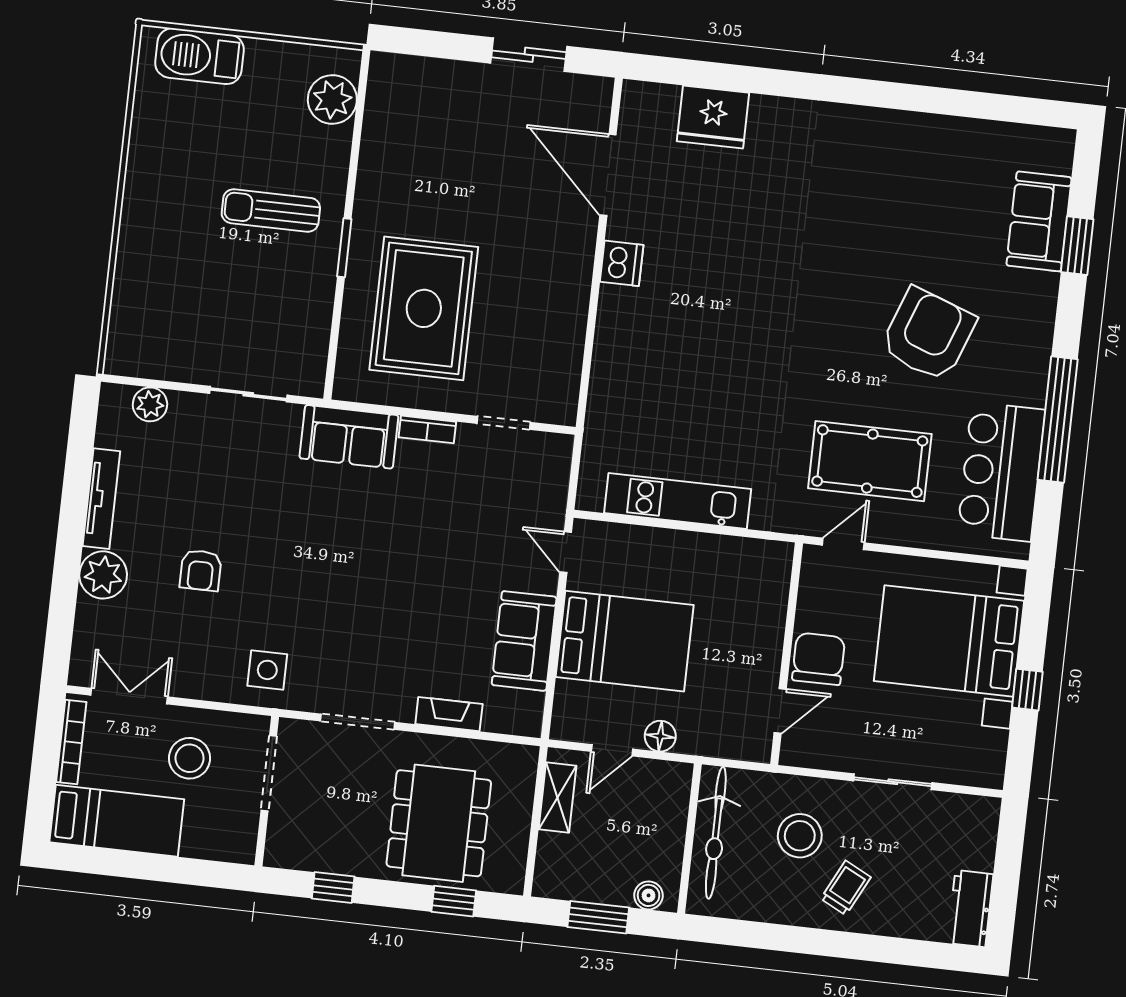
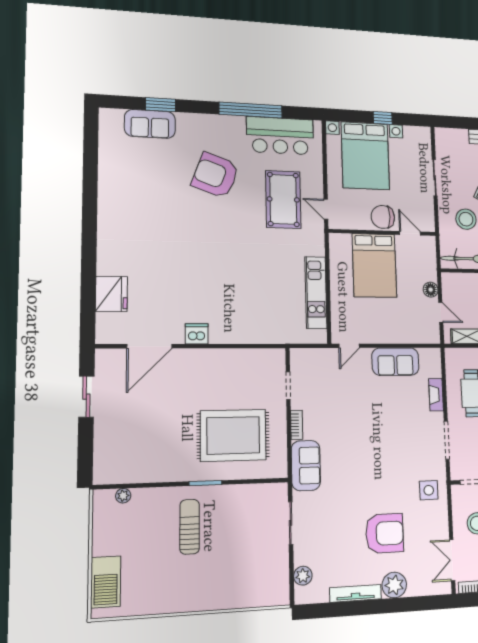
plant: (332, 99) -> (123, 496), width x0.53, depth x0.53
sun lounger: (271, 211) -> (190, 527), turned 180
armchair: (201, 570) -> (385, 533), width x1.88, depth x1.88
bed: (625, 641) -> (374, 265), moved, turned 180

